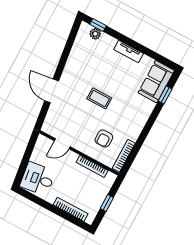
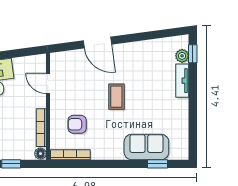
tv unit: (129, 52) -> (182, 81), moved
sofa: (156, 82) -> (146, 147), moved
door: (52, 91) -> (97, 42), swing flipped
floor lamp: (111, 177) -> (40, 154), added

